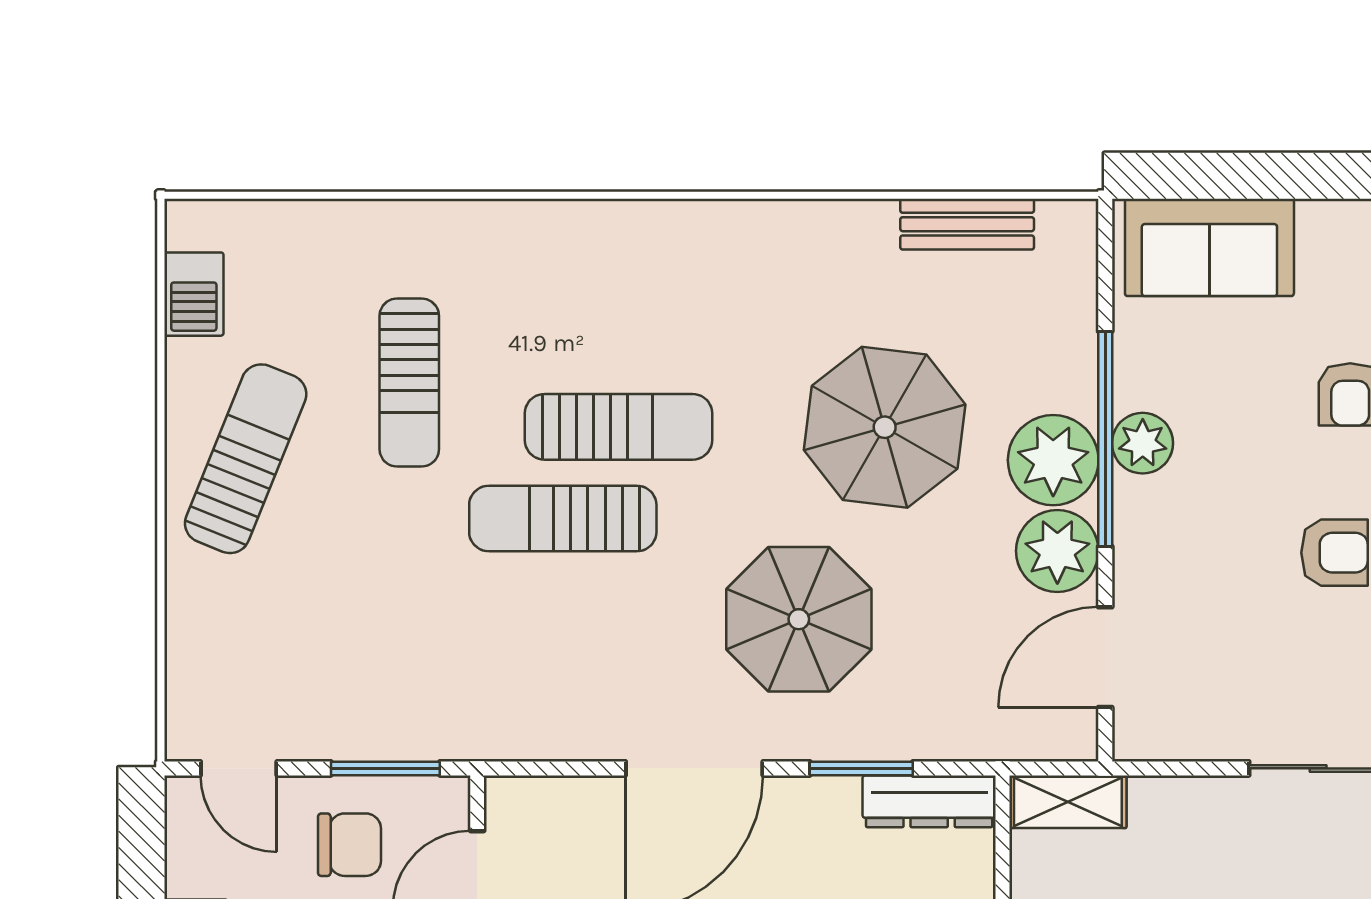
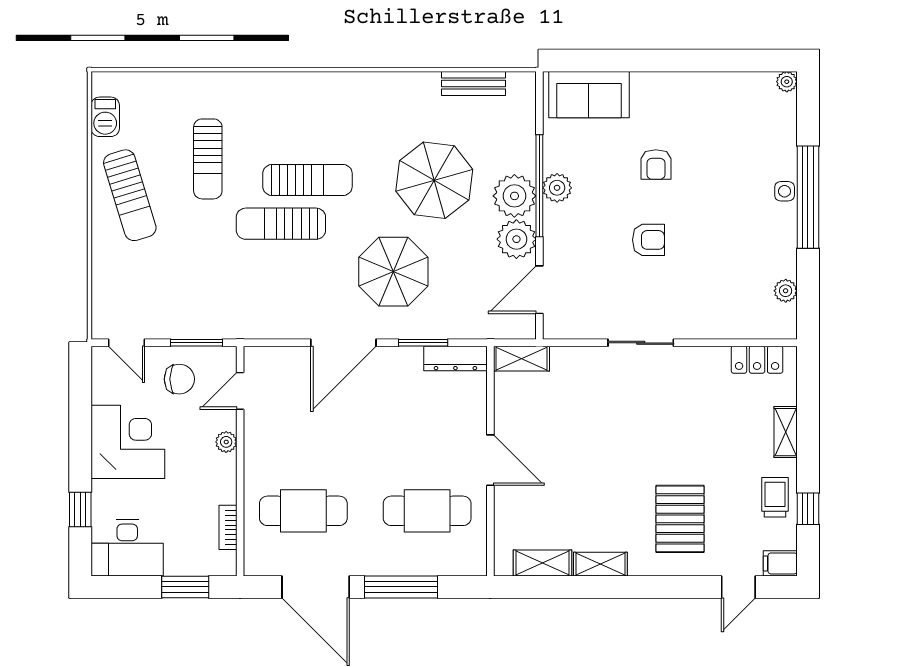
sun lounger: (246, 459) -> (130, 195), turned 141

